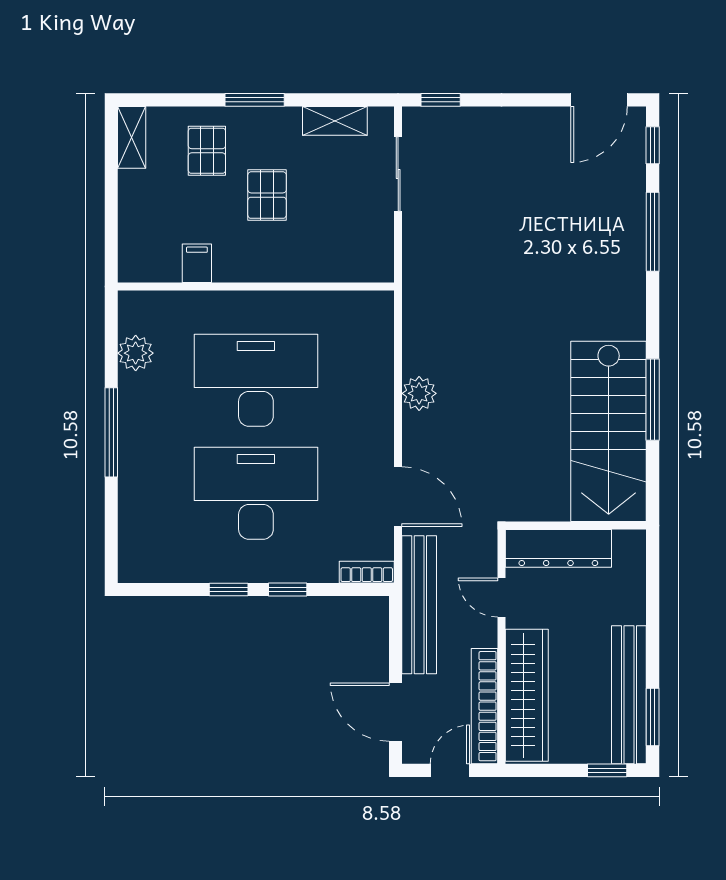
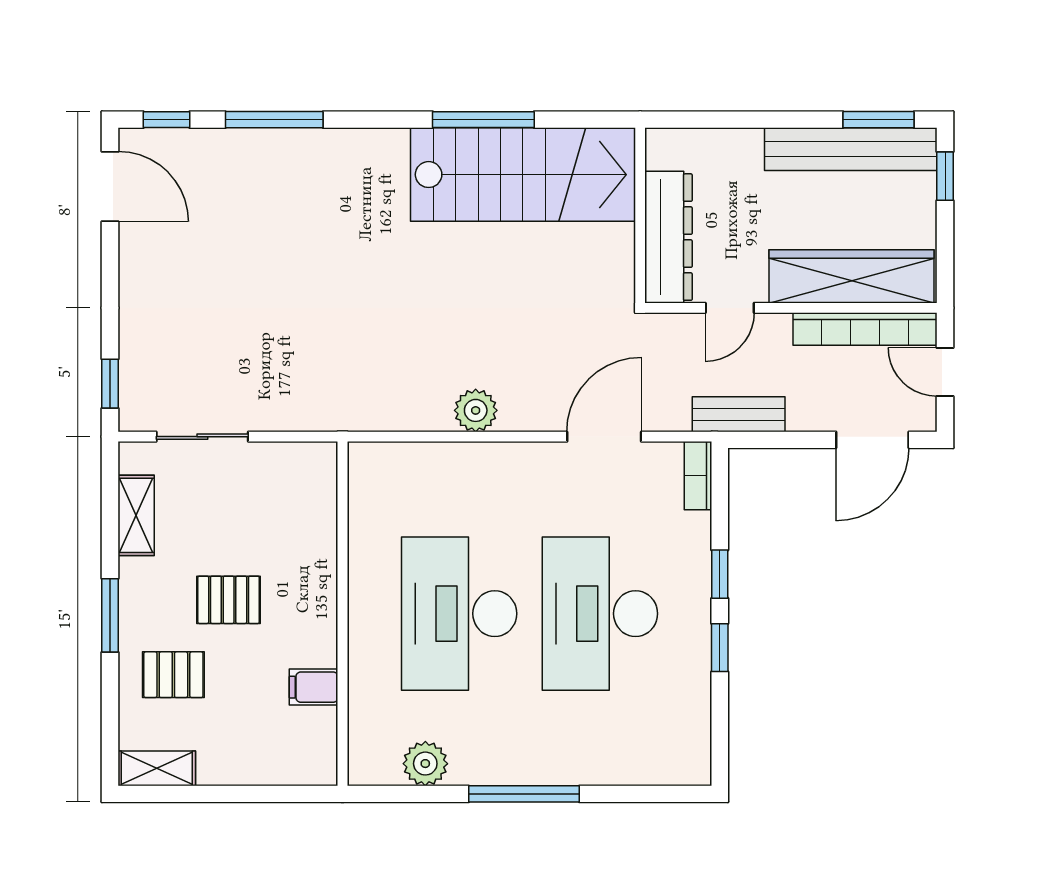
bench: (419, 605) -> (739, 414), width x0.54, depth x0.82

